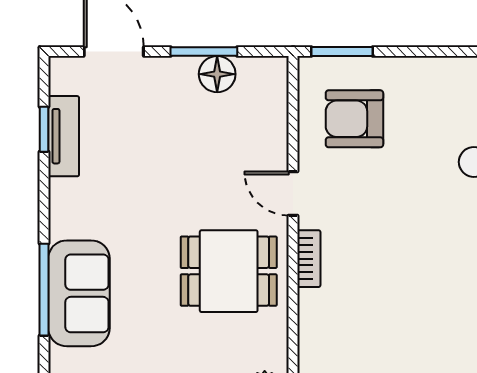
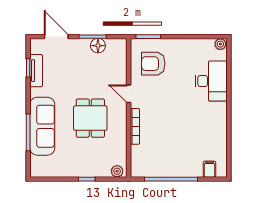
bookcase: (309, 259) -> (135, 126), width x1.56
dining table: (229, 271) -> (90, 118), moved, turned 90
sofa: (79, 293) -> (42, 126), width x1.36

